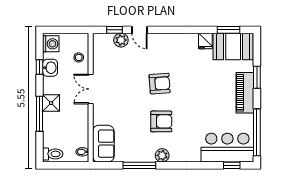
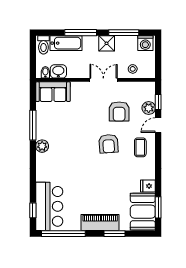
coffee table: (164, 49) -> (140, 147), added
window: (40, 67) -> (124, 33), width x2.17
washbasin: (50, 68) -> (58, 71), moved, turned 180
shower: (51, 103) -> (107, 43), moved
armchair: (161, 121) -> (119, 111), moved
bathtub: (51, 130) -> (66, 43), added

